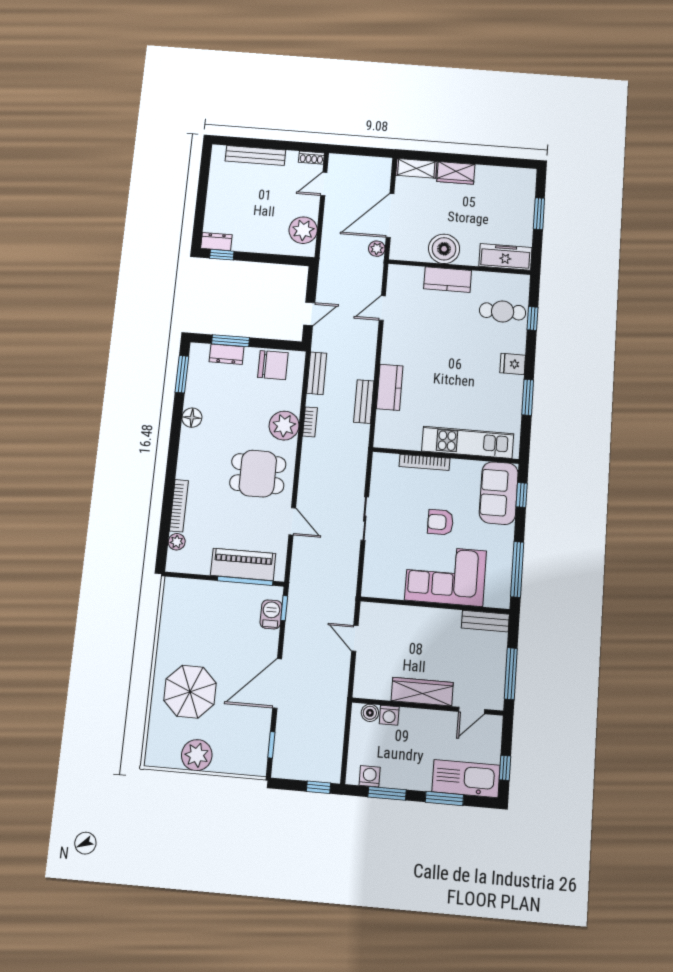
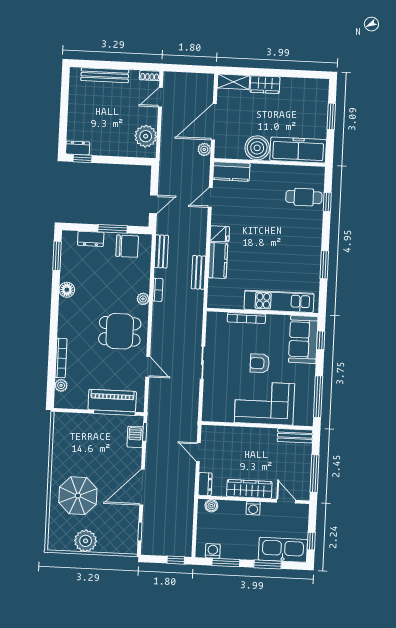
freezer: (505, 257) -> (298, 150), width x1.36, depth x1.26
kitchen counter: (447, 280) -> (231, 171), moved
window: (231, 341) -> (113, 229), moved
fridge: (513, 364) -> (220, 234), moved, turned 180
plant: (284, 426) -> (143, 299), width x0.53, depth x0.53
dresser: (362, 682) -> (205, 484), added
door: (472, 710) -> (286, 501), swing flipped
washing machine: (389, 715) -> (253, 508), moved

